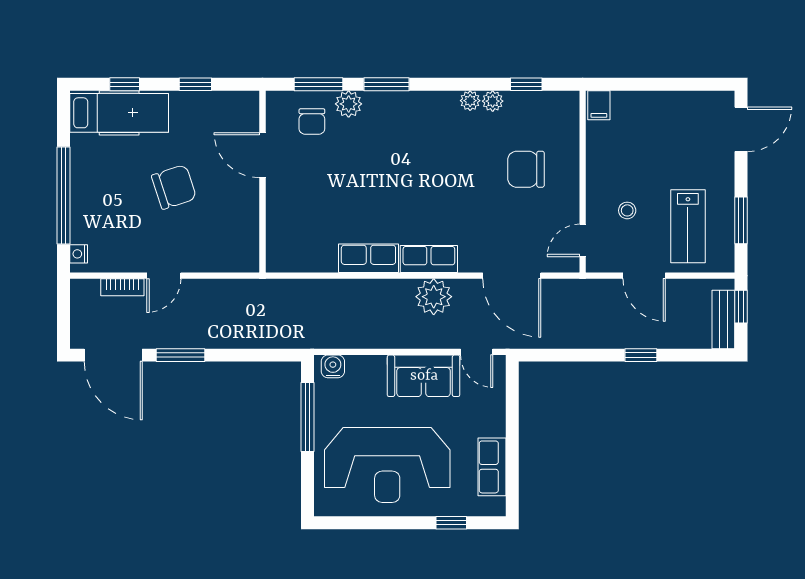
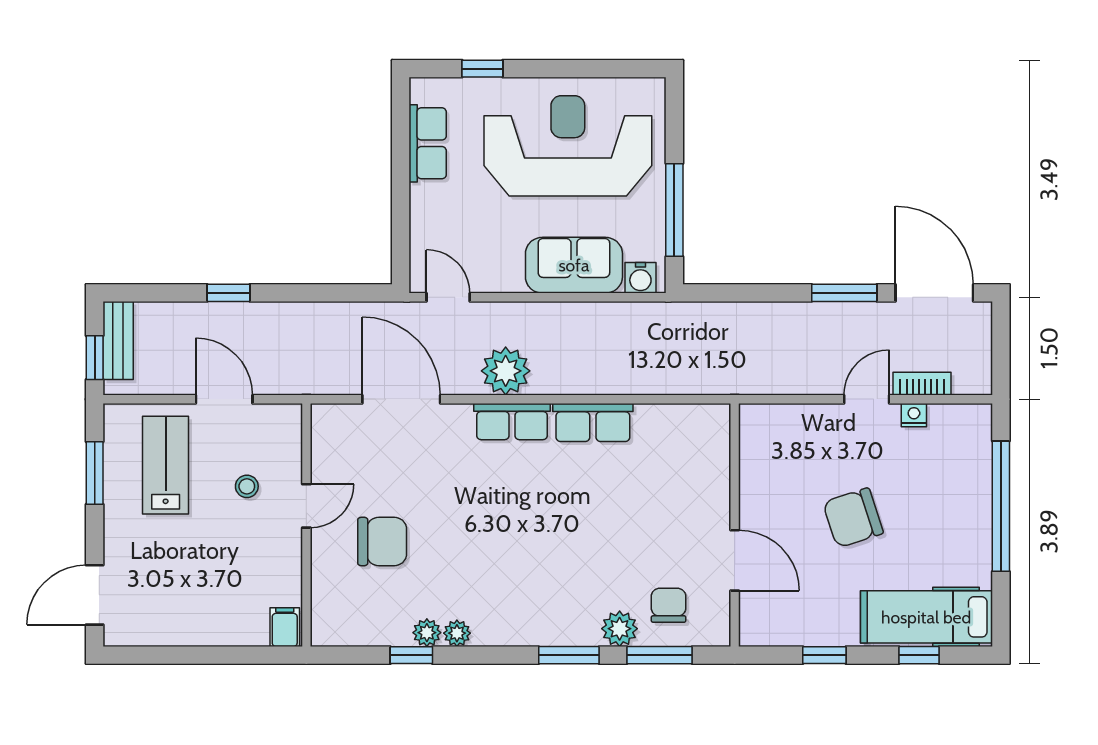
window: (526, 84) -> (411, 655), moved
door: (583, 240) -> (306, 506), moved
nightstand: (79, 254) -> (914, 415), moved, turned -90
sofa: (424, 376) -> (574, 265), moved

